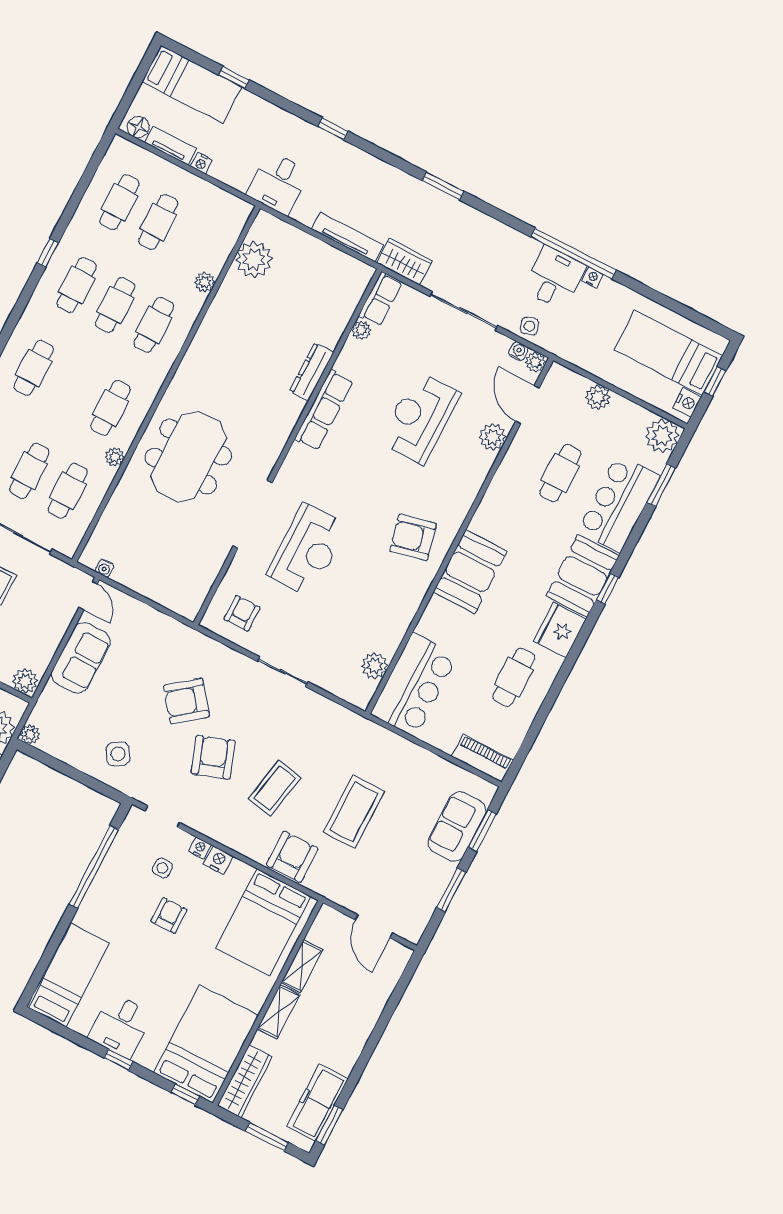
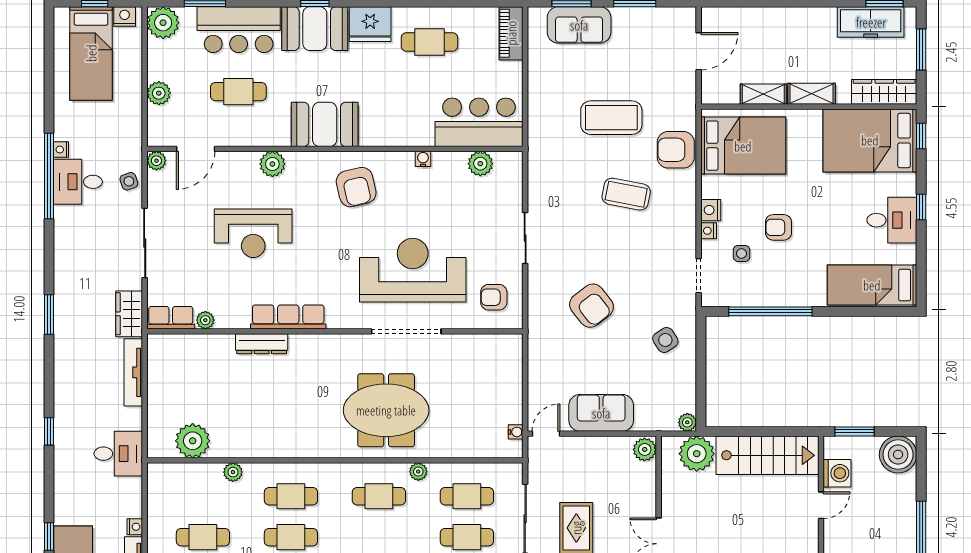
water cooler: (518, 351) -> (423, 159), moved, turned 90
plant: (493, 437) -> (272, 164), moved
reception desk: (307, 550) -> (413, 270), width x1.36, depth x1.30
booth: (470, 572) -> (325, 124), moved
armchair: (213, 757) -> (627, 259), removed

